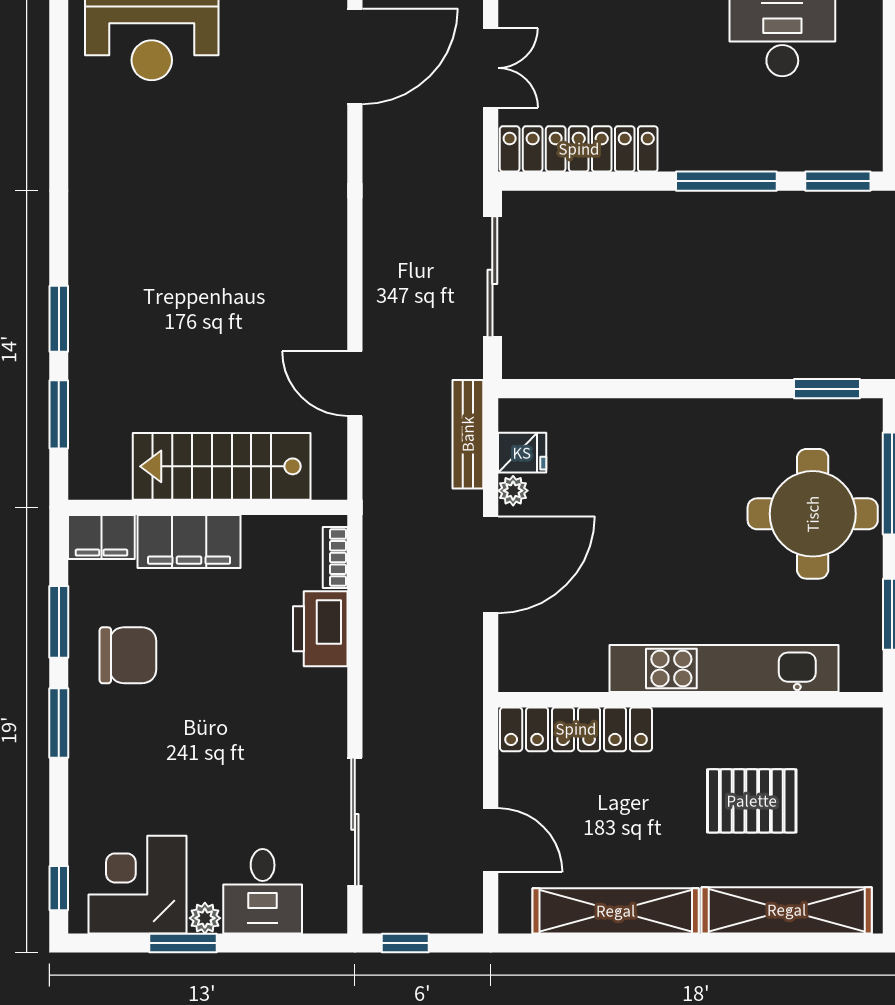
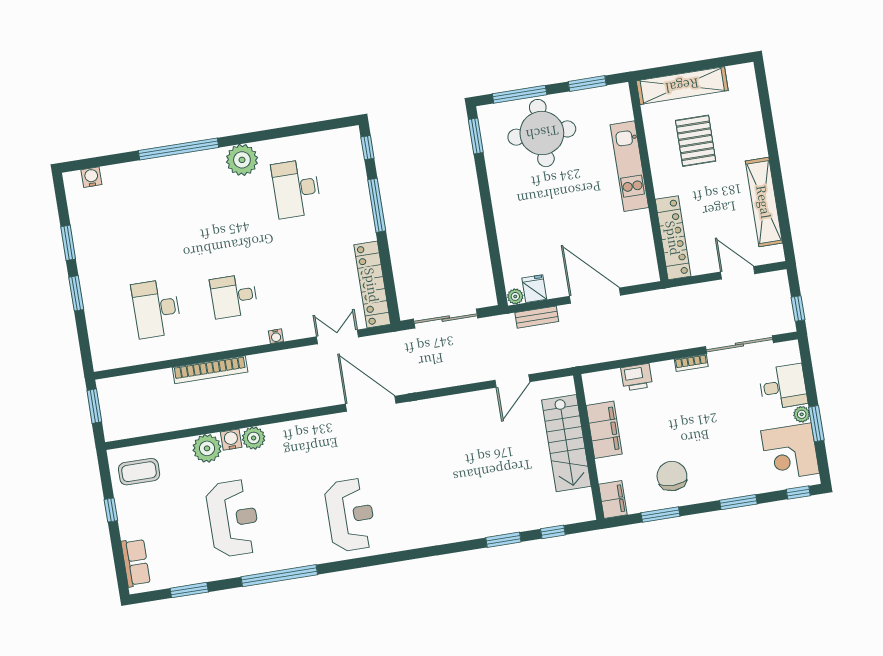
door: (355, 56) -> (371, 404), moved
window: (838, 181) -> (367, 148), width x0.67
window: (59, 414) -> (553, 532), width x0.67
bench: (468, 434) -> (537, 317), width x0.73
plant: (513, 491) -> (515, 296), moved
filing cabinet: (189, 542) -> (604, 430), moved
bookcase: (335, 558) -> (691, 363), moved
printer: (320, 629) -> (637, 377), width x0.73, depth x0.84
kitchen unit: (724, 669) -> (629, 166), width x0.73
window: (59, 723) -> (738, 502), moved
door: (491, 840) -> (738, 273), hinge flipped
shelving: (787, 910) -> (682, 86), moved, turned 90

